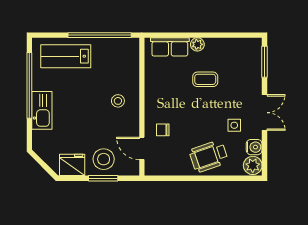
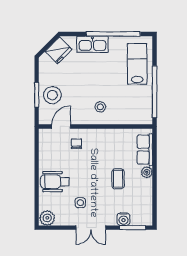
water cooler: (254, 147) -> (123, 219), moved
wheelchair: (209, 156) -> (55, 182), turned -71
fridge: (72, 165) -> (58, 50), moved, turned 45

